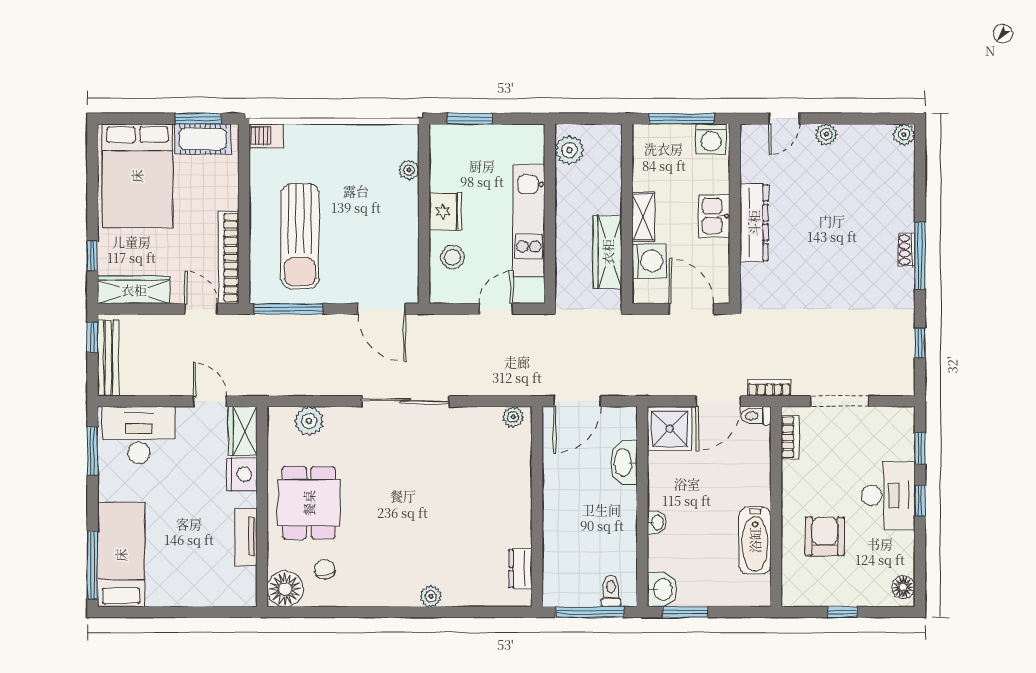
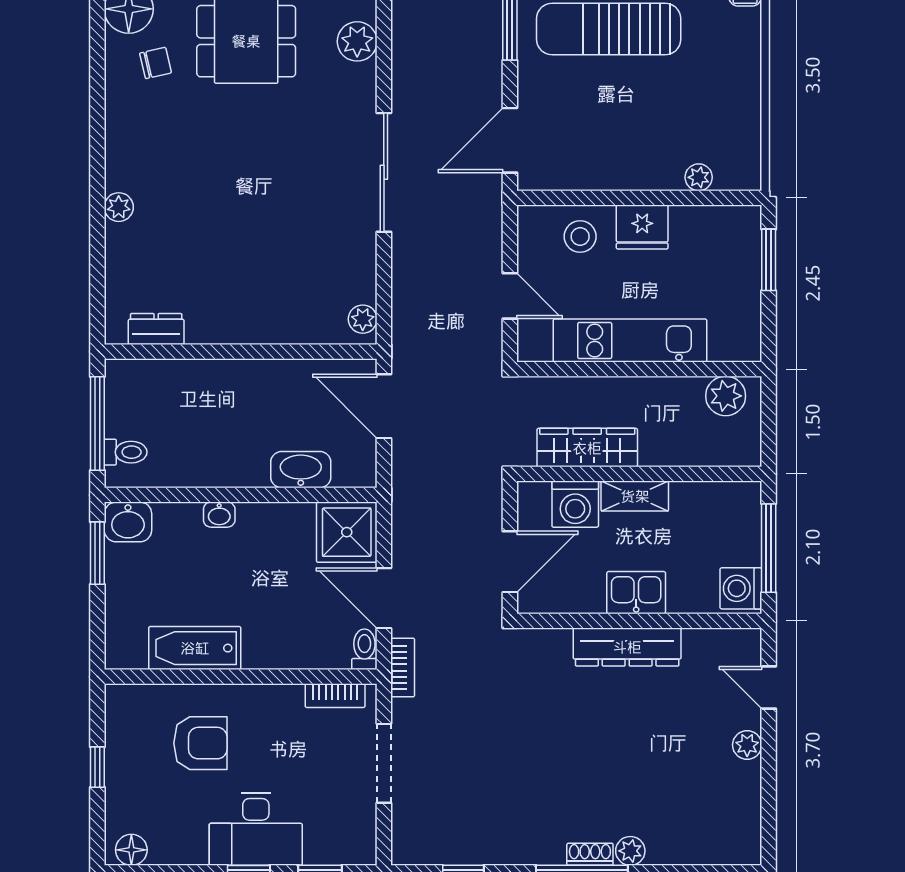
plant: (904, 134) -> (630, 851), moved

